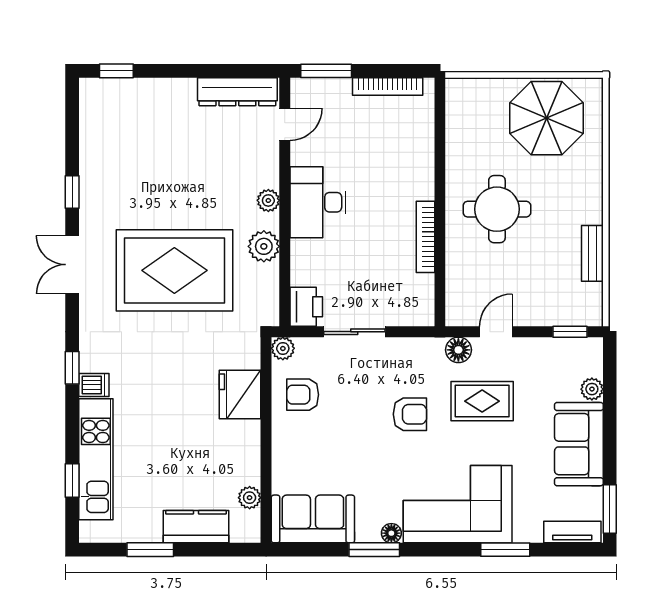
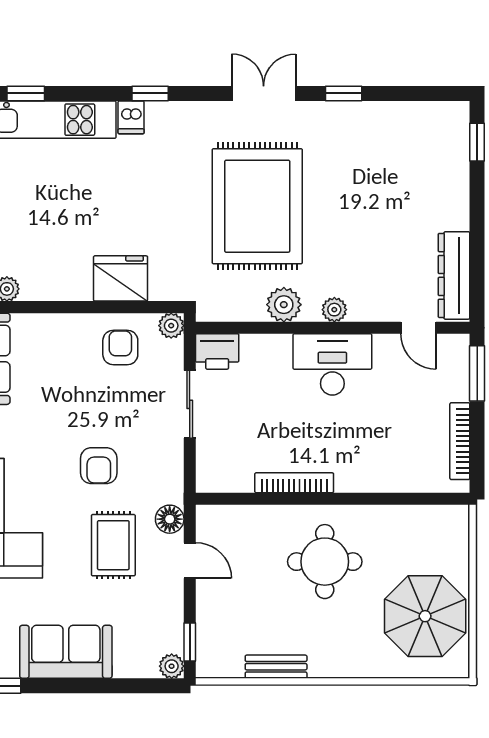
plant: (592, 389) -> (172, 666), moved

